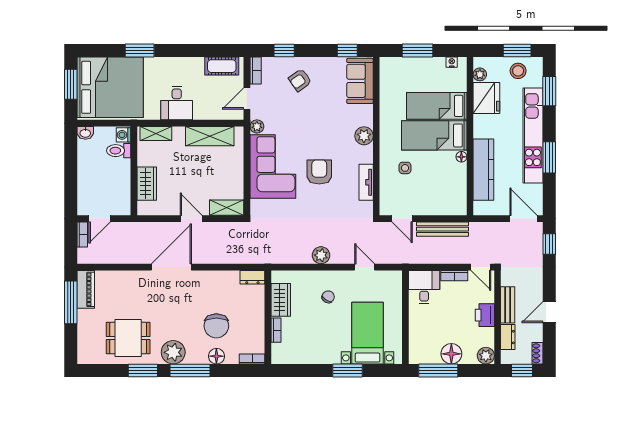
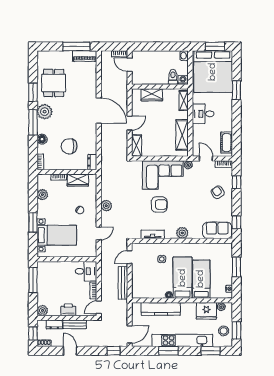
chair: (216, 326) -> (69, 146), moved
floor lamp: (451, 354) -> (44, 289), removed
plant: (304, 356) -> (42, 195), added

